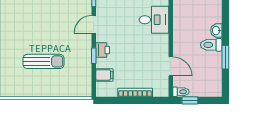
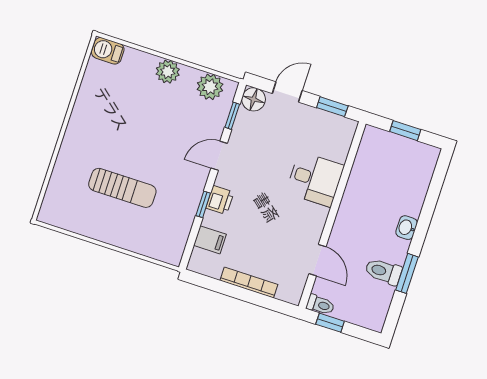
toilet: (211, 45) -> (383, 272), moved

